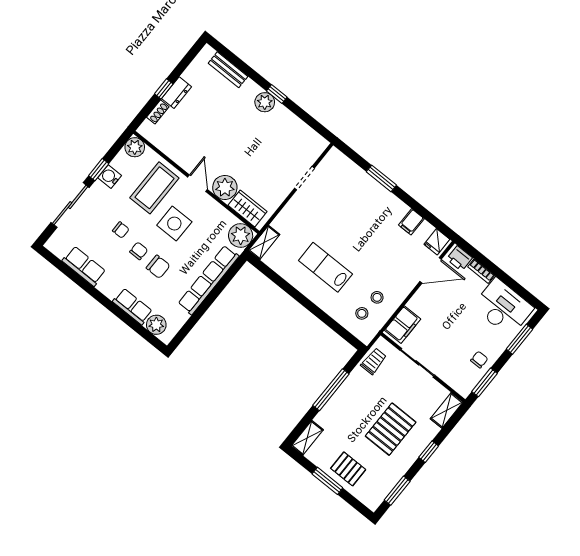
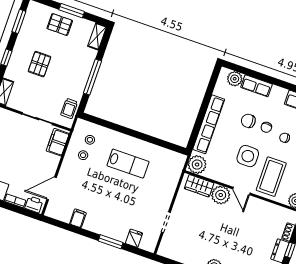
fridge: (437, 242) -> (134, 238), moved
shelving: (264, 243) -> (178, 166), removed
pallet: (391, 429) -> (39, 64), width x0.67, depth x0.71

